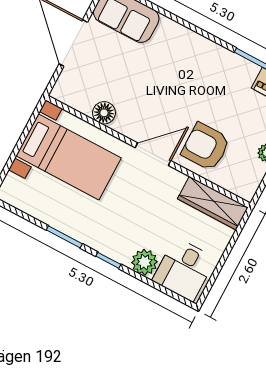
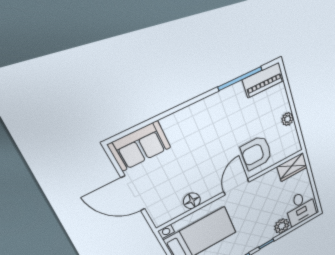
wardrobe: (213, 203) -> (292, 167), width x0.67

